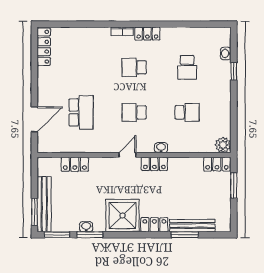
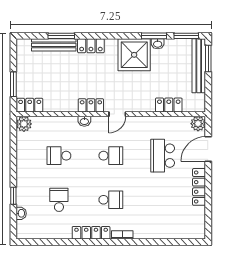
locker: (147, 34) -> (91, 233), width x1.53
locker: (44, 47) -> (199, 187), moved
plant: (45, 145) -> (198, 124), added
shower: (123, 216) -> (134, 55), moved

